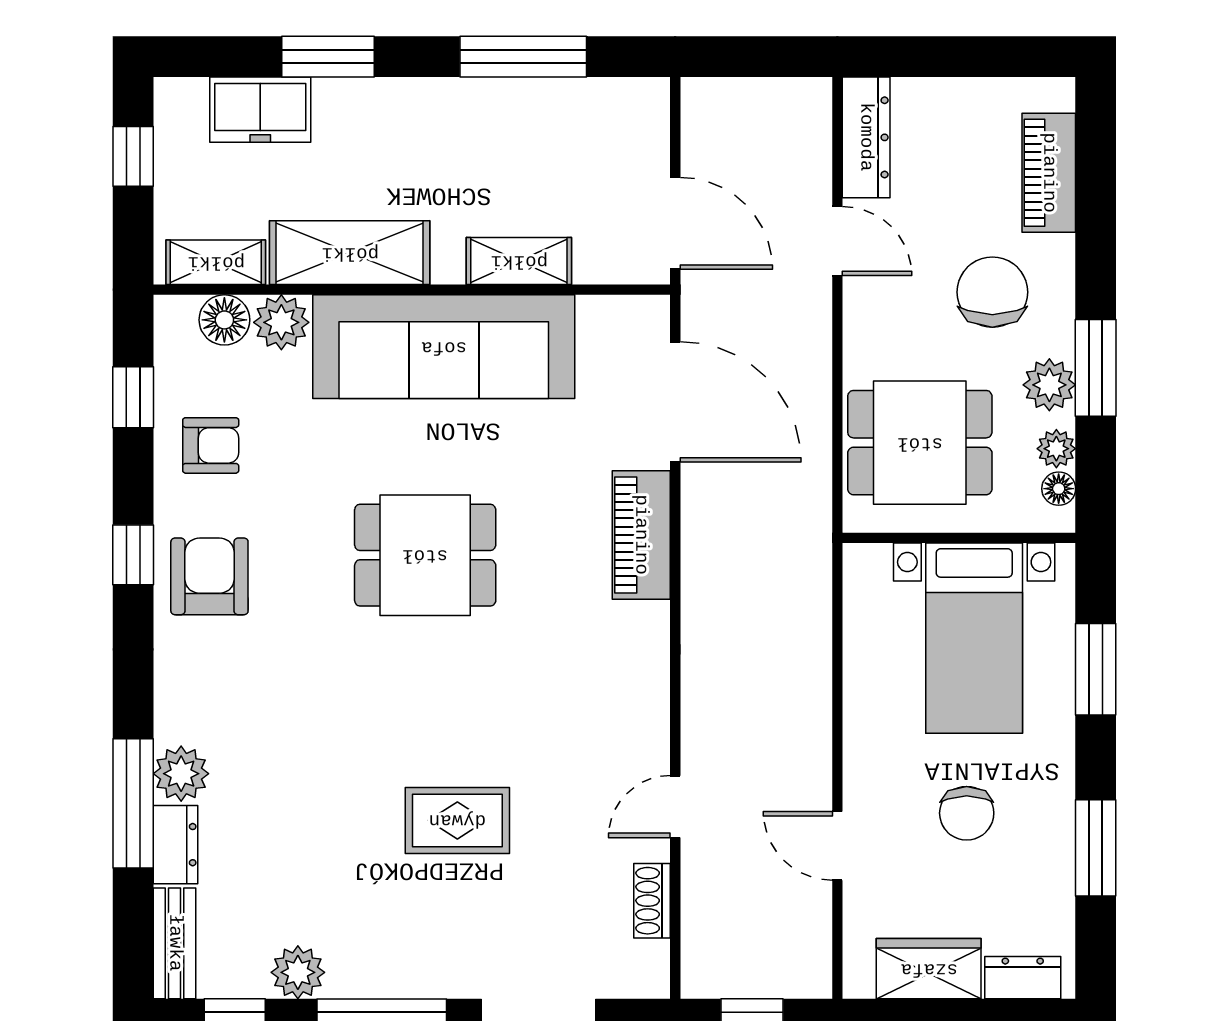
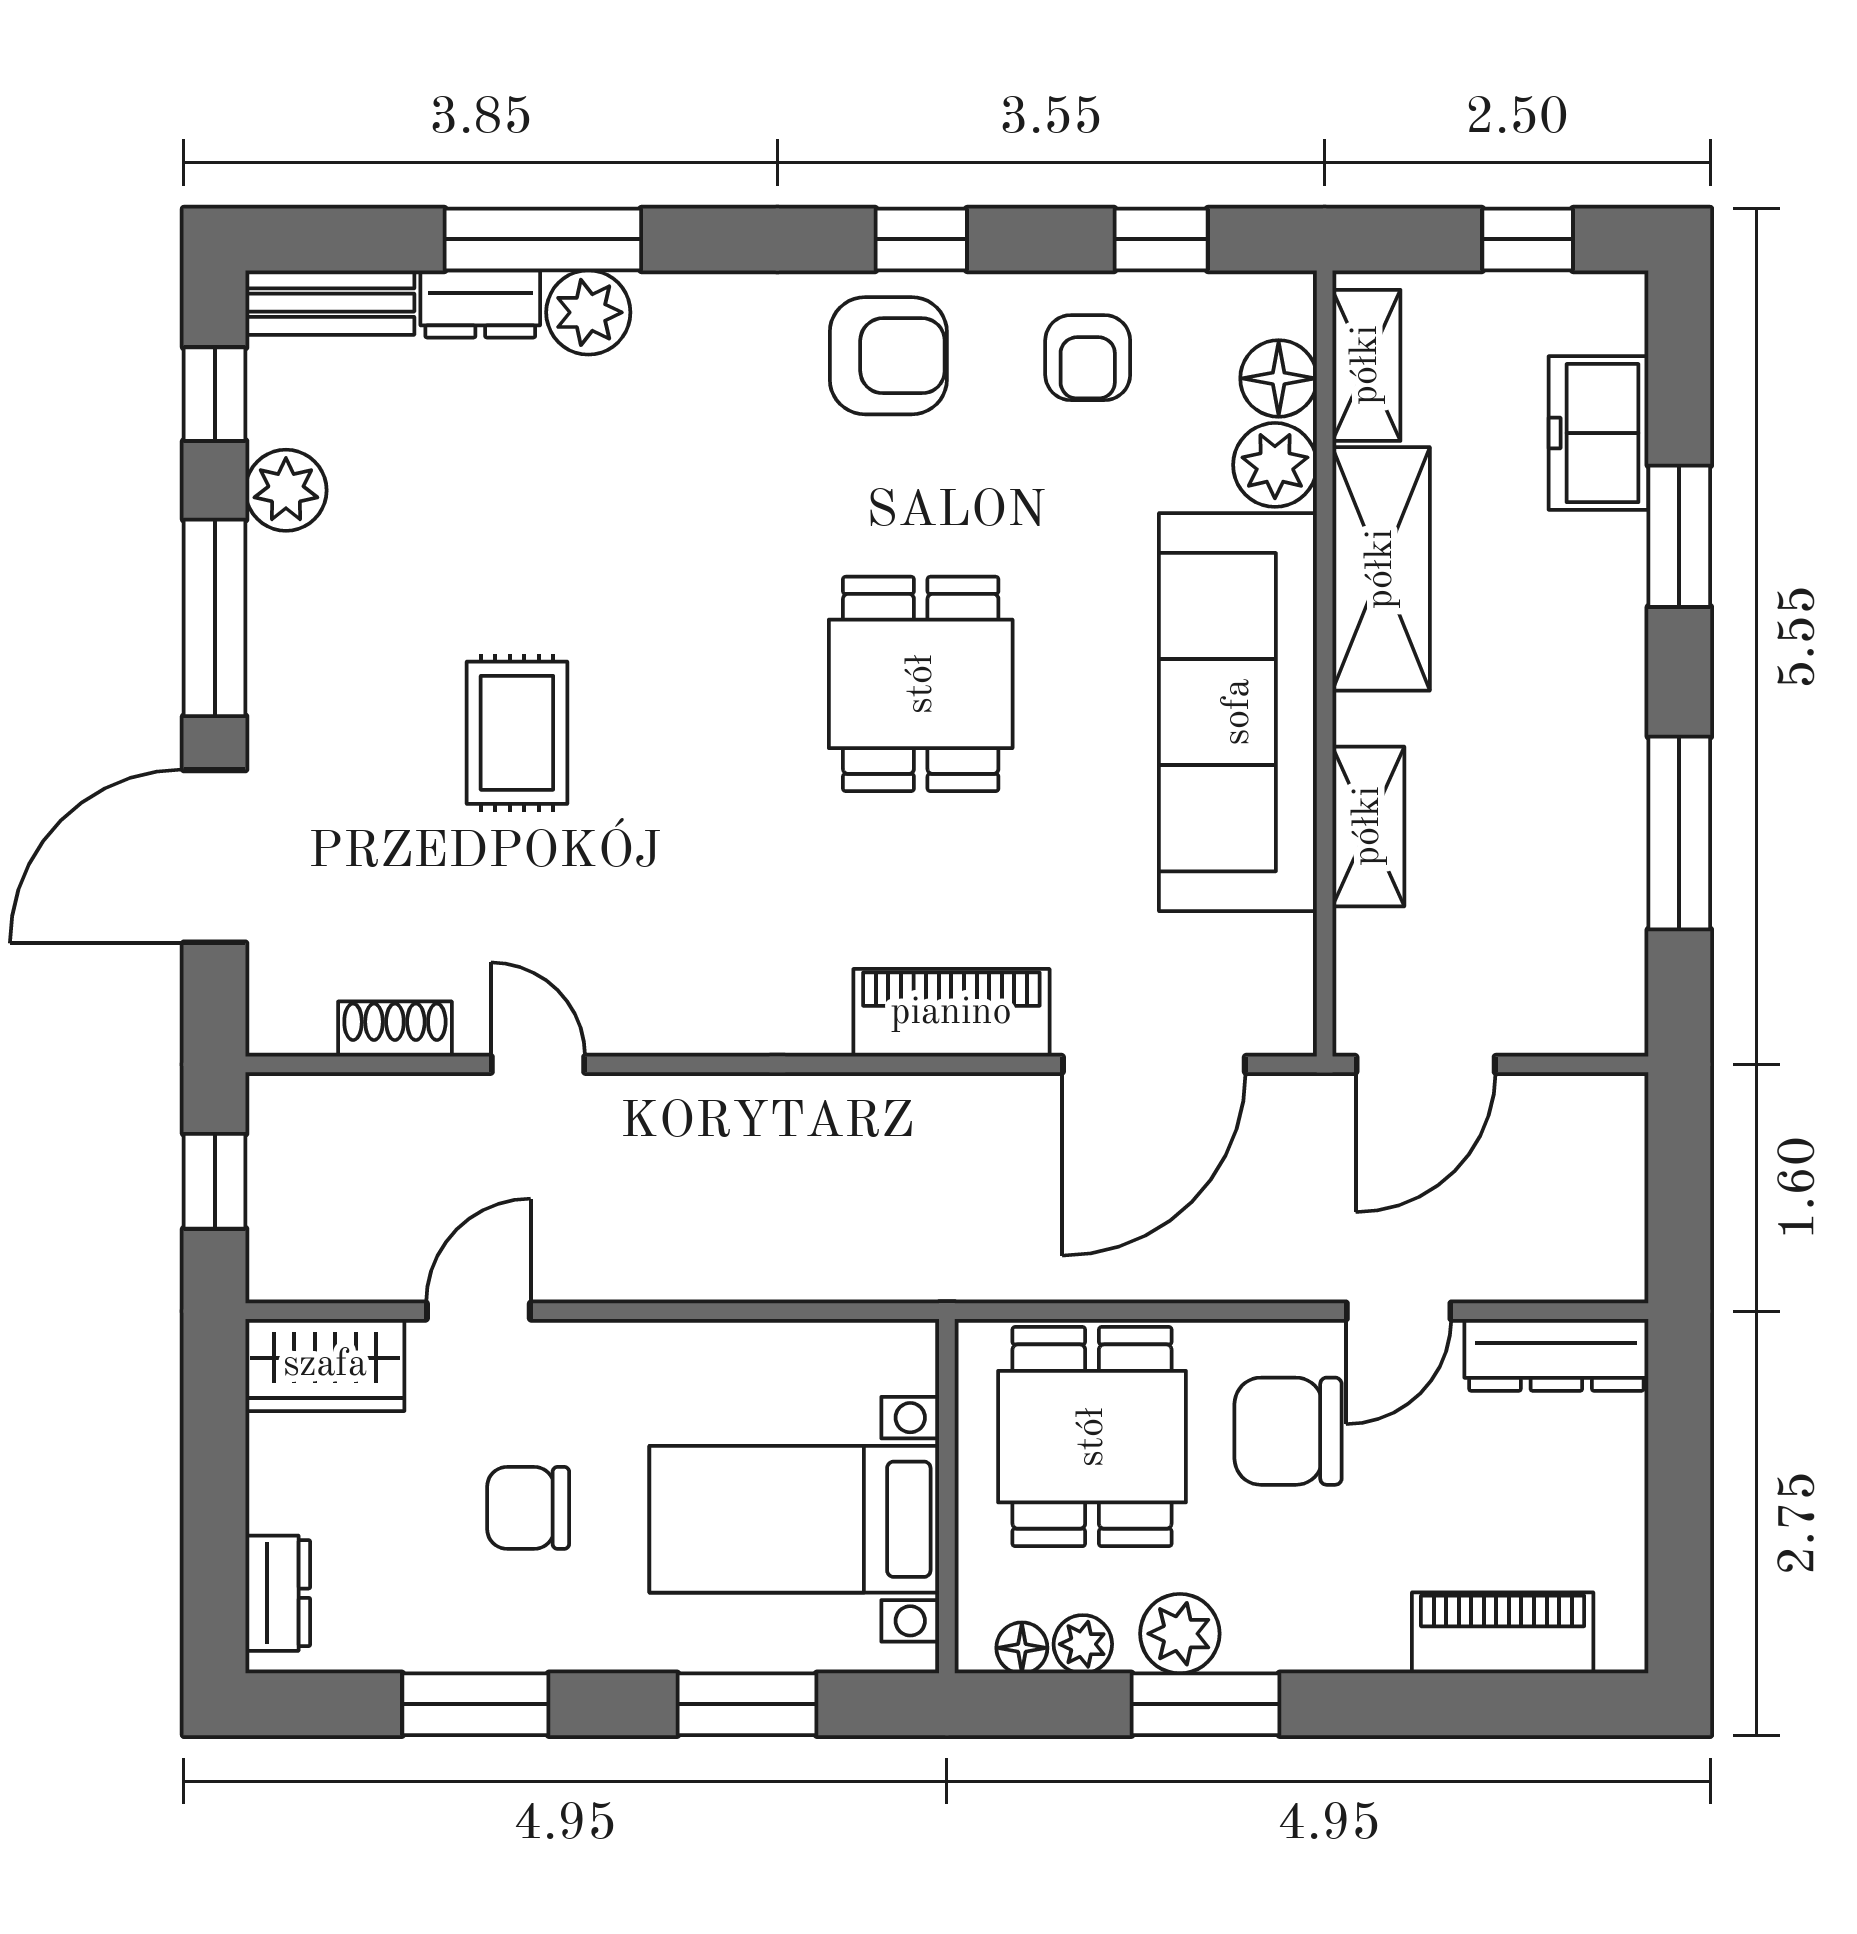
chair: (992, 292) -> (1288, 1431), moved, turned 180
wardrobe: (929, 969) -> (325, 1365), moved, turned 90

